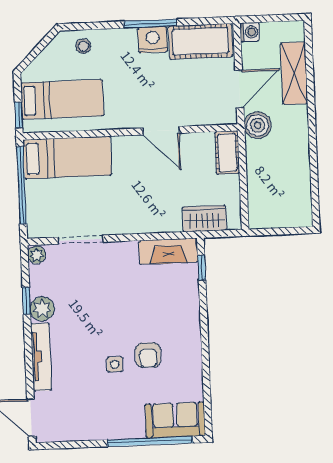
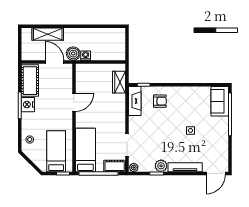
washing machine: (250, 32) -> (86, 56), moved
cot: (227, 153) -> (115, 166), moved
armchair: (148, 355) -> (160, 101), moved

